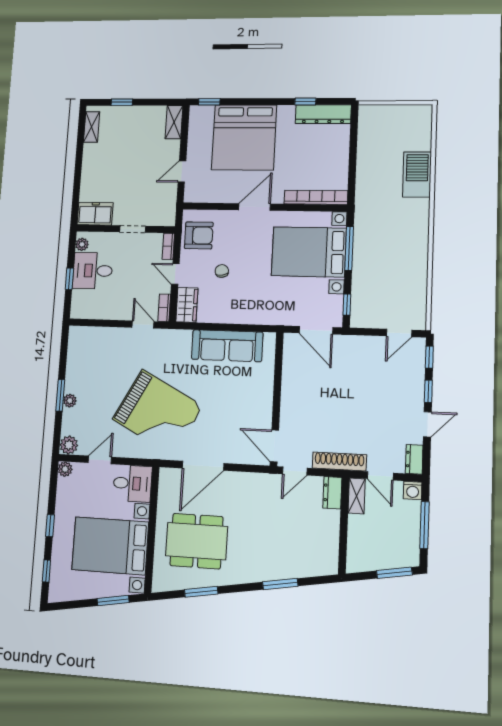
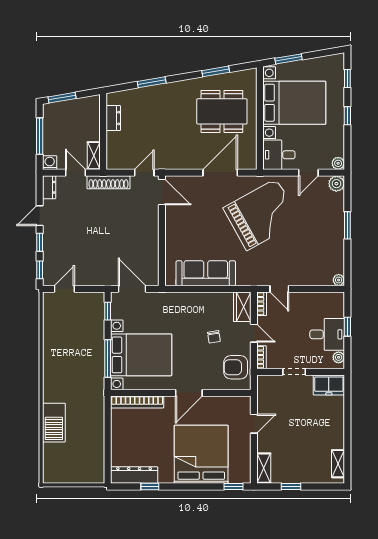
window: (122, 102) -> (291, 486), moved
plant: (70, 401) -> (339, 280), moved
grand piano: (158, 413) -> (262, 215), turned 123
dresser: (332, 493) -> (113, 118), moved

